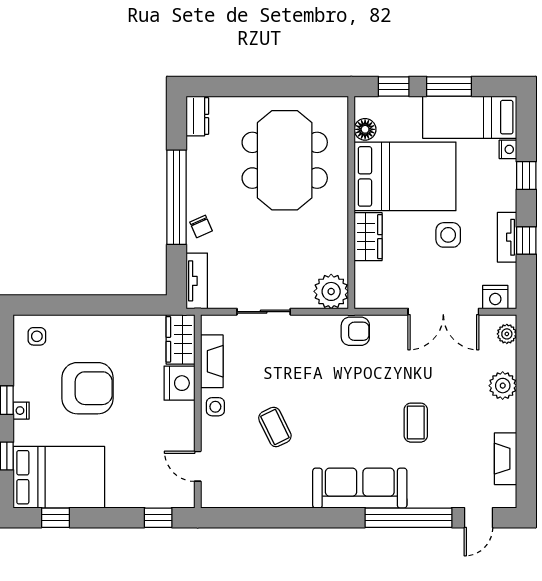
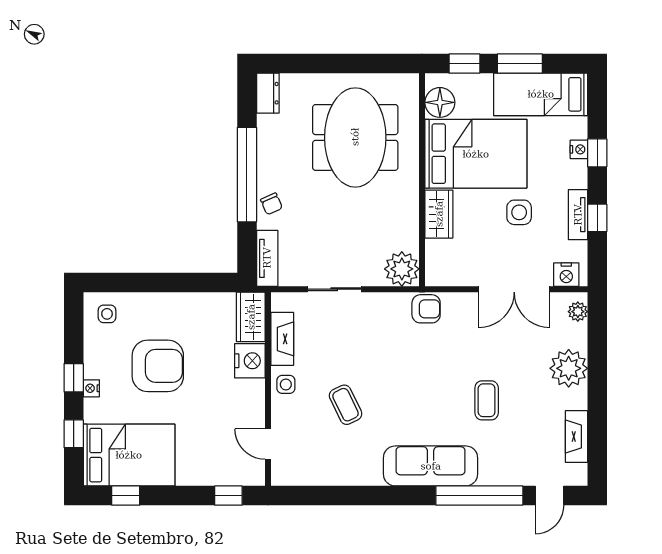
floor lamp: (365, 129) -> (440, 102), width x1.38, depth x1.38
nightstand: (508, 149) -> (579, 149), moved
plant: (503, 386) -> (569, 368), width x1.36, depth x1.36

